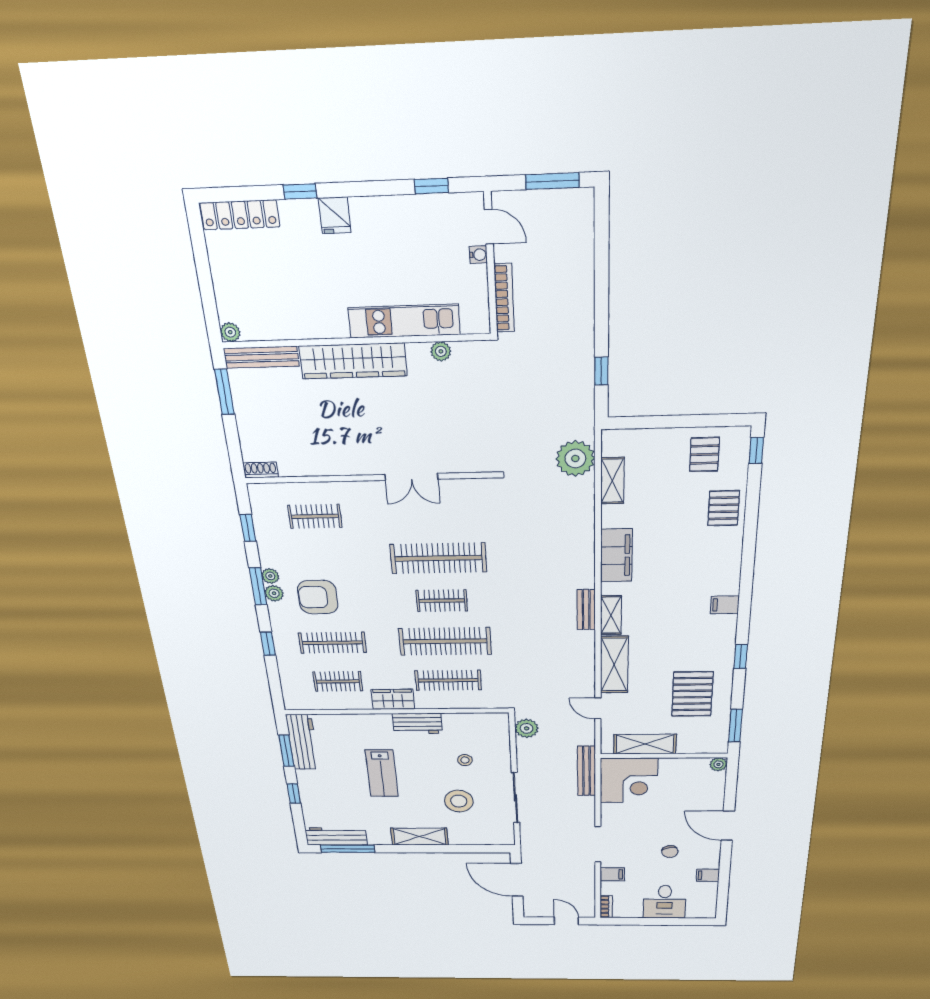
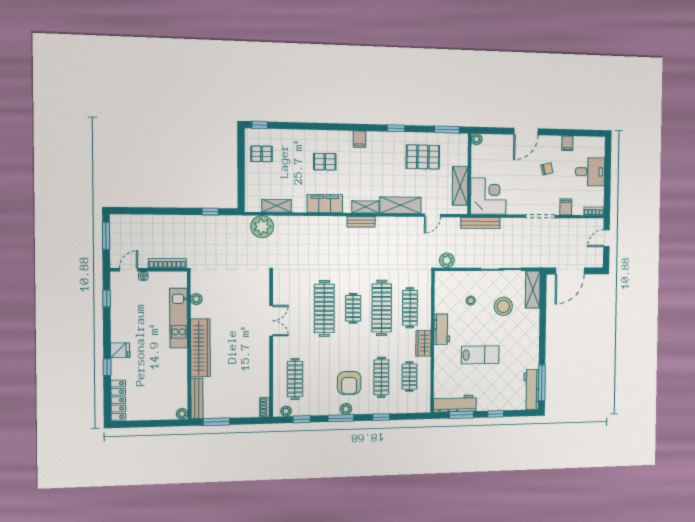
pallet: (724, 508) -> (325, 162), moved
clothes rail: (315, 516) -> (295, 379), width x1.36
plant: (270, 576) -> (286, 411), moved
shelving: (420, 837) -> (533, 289), moved

